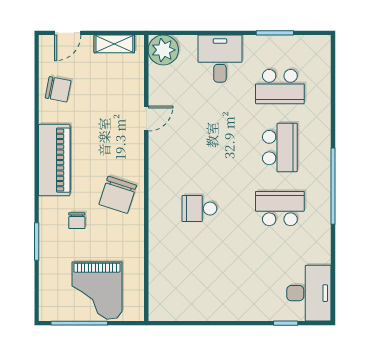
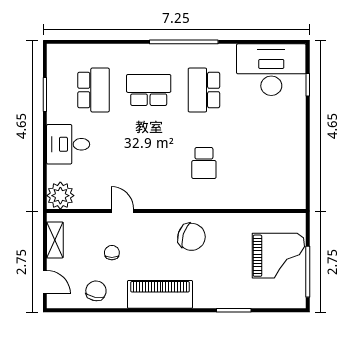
chair: (77, 221) -> (112, 253), moved, turned -90
desk: (309, 293) -> (271, 70), width x1.36, depth x1.30

